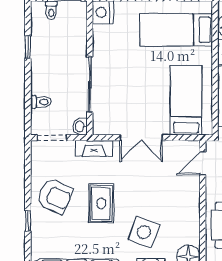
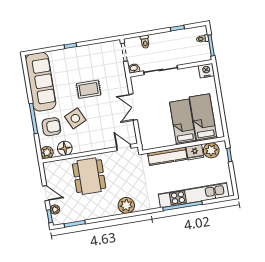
bed: (186, 100) -> (183, 122), moved, turned -90
fireplace: (94, 148) -> (122, 79), removed
armchair: (55, 196) -> (88, 60), removed
side table: (144, 232) -> (75, 118), turned 45

